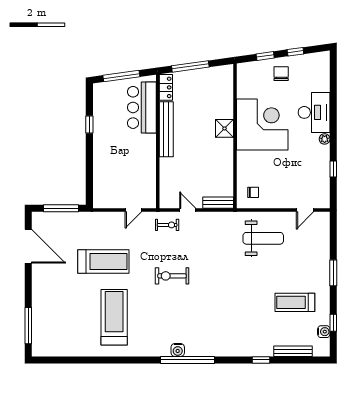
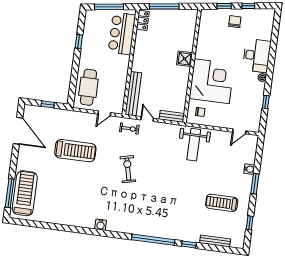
corner desk: (262, 125) -> (212, 81), moved
bench: (166, 129) -> (133, 94), moved
cafe table: (109, 180) -> (88, 87), added
window: (61, 208) -> (48, 104), width x0.46
weight bench: (263, 238) -> (194, 145), moved, turned 90
exercise bike: (172, 276) -> (128, 169), turned 77
treadmill: (114, 317) -> (25, 193), moved
water cooler: (324, 332) -> (249, 169), moved
water cooler: (178, 350) -> (101, 225), moved
window: (188, 360) -> (153, 240), moved

